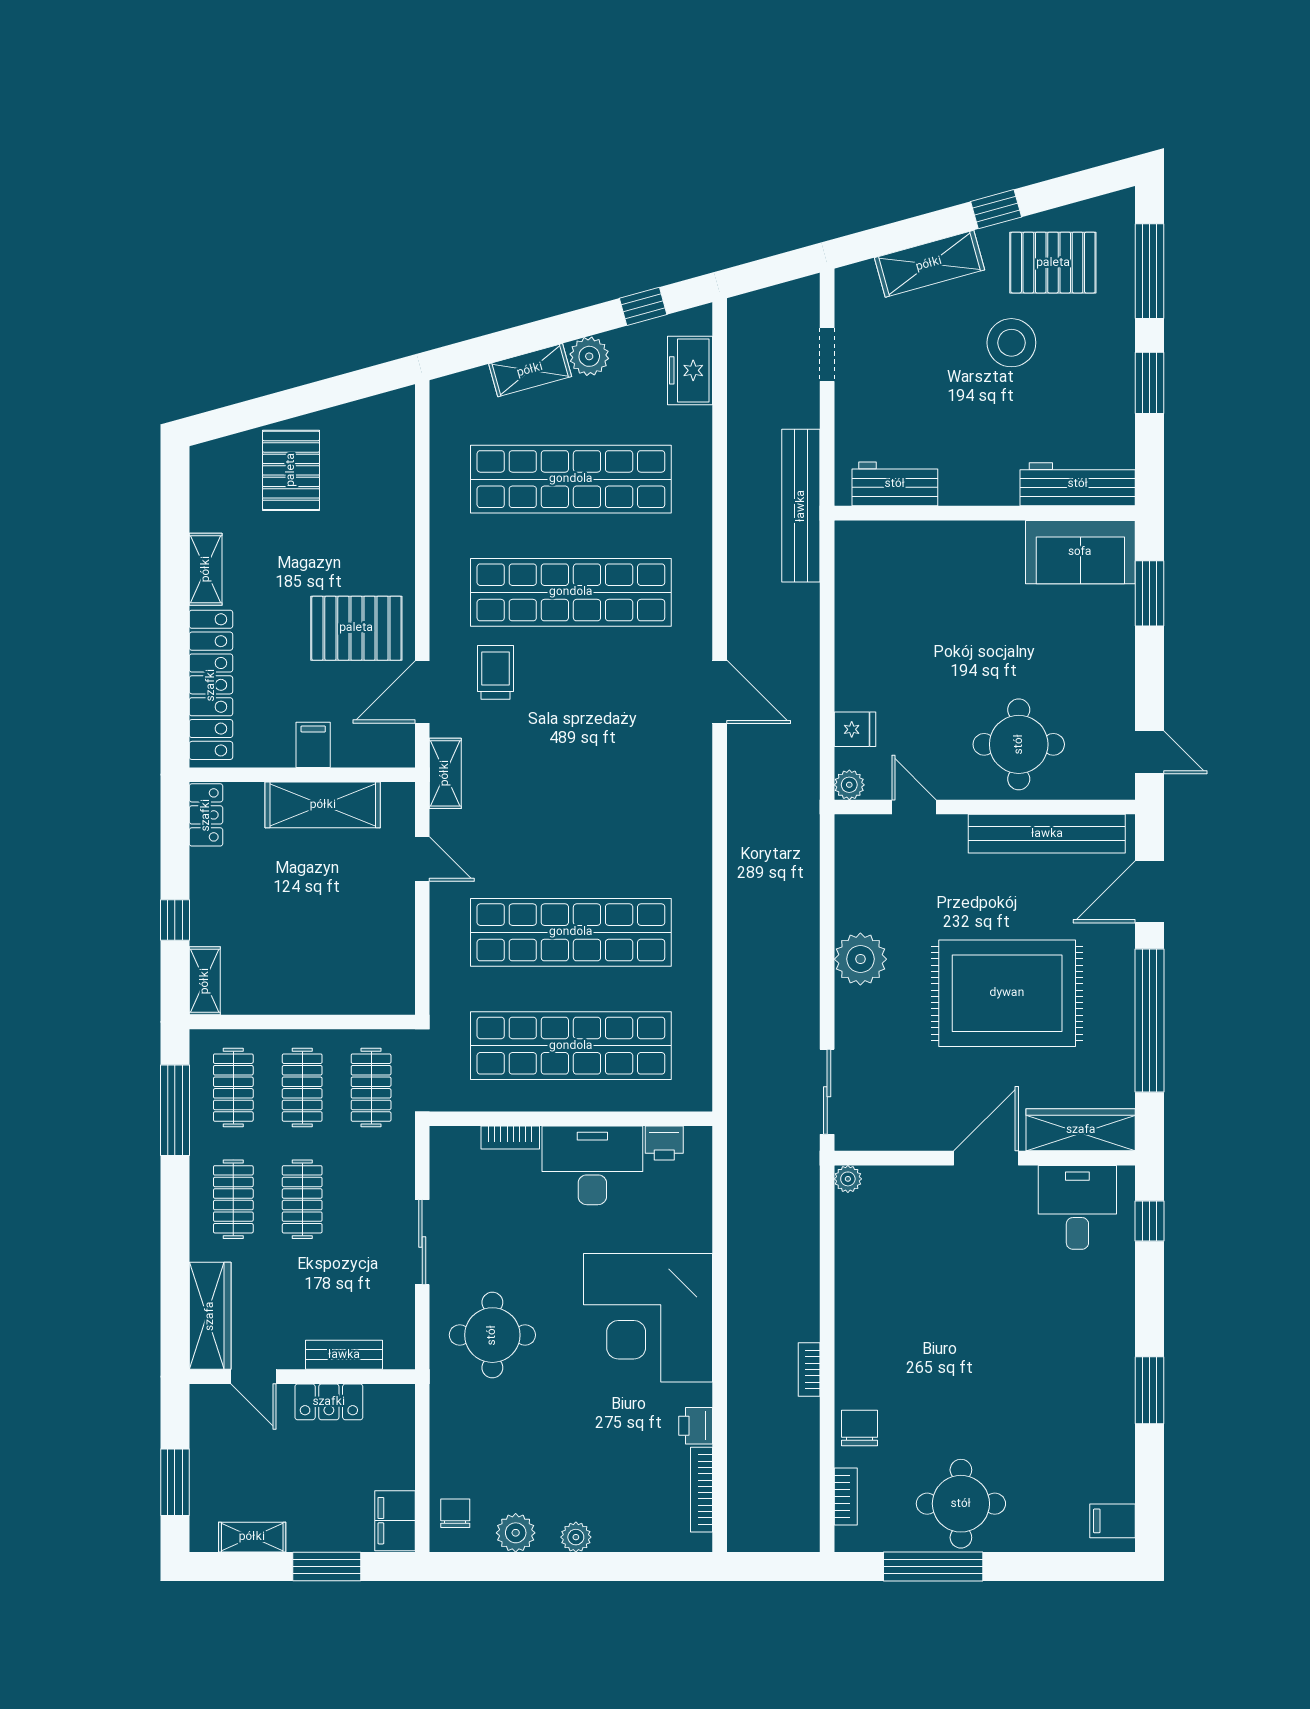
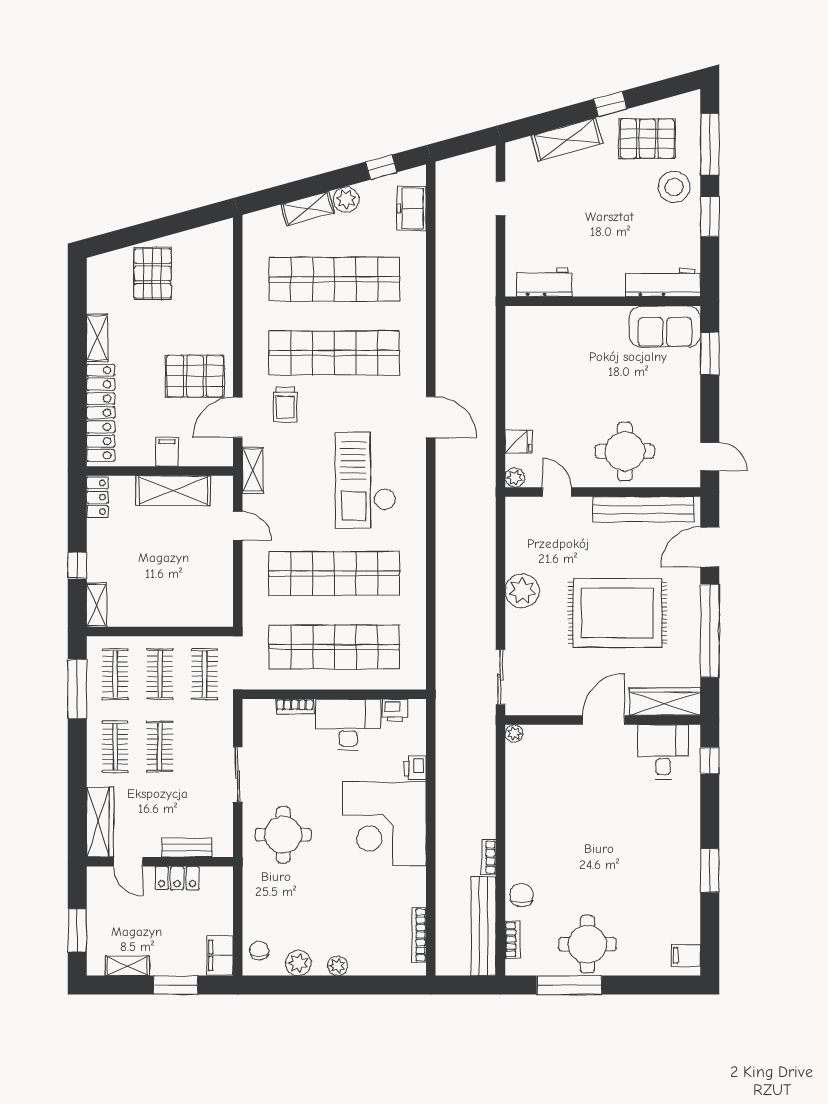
stool: (1011, 343) -> (674, 187), moved
bench: (801, 506) -> (483, 926), moved
trolley: (495, 672) -> (285, 405), turned 180
checkout: (619, 788) -> (366, 480), added
printer: (696, 1426) -> (415, 768), moved

